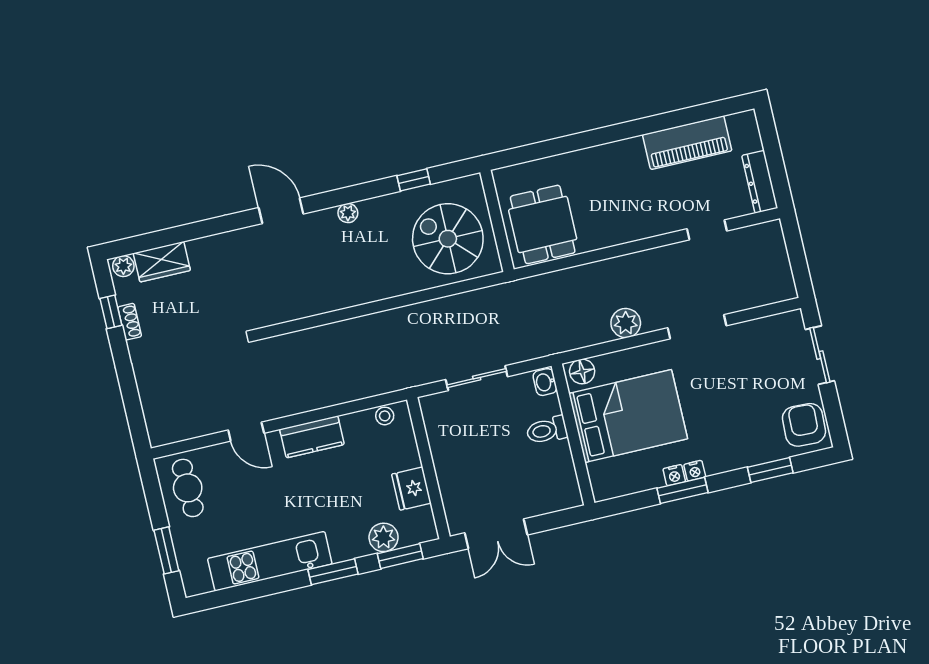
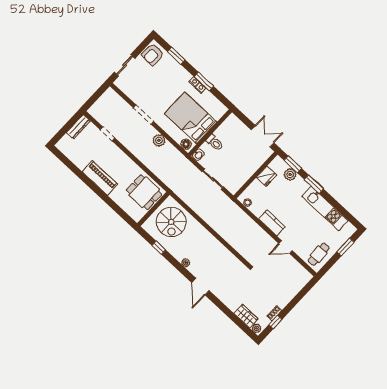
piano: (687, 143) -> (100, 178), moved
dining table: (543, 224) -> (144, 192), turned 90
door: (246, 432) -> (285, 247), swing flipped

